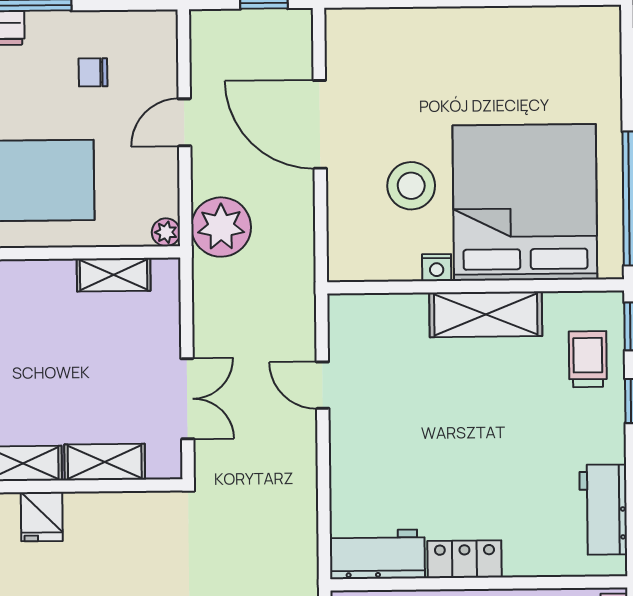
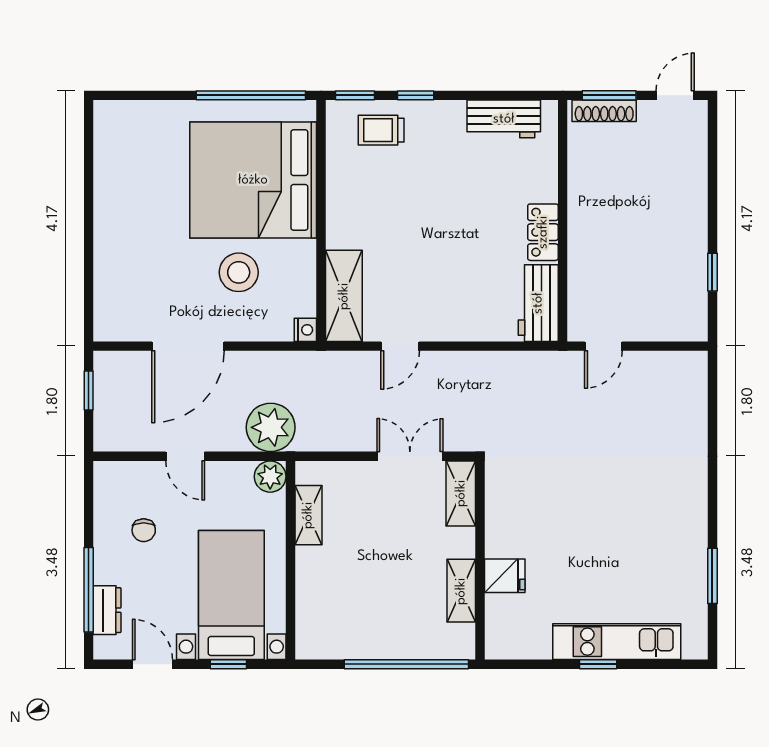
plant: (166, 232) -> (270, 477), width x1.38, depth x1.38
nightstand: (437, 268) -> (305, 330), moved
shelving: (486, 314) -> (344, 296), moved
shelving: (105, 462) -> (461, 493), moved

